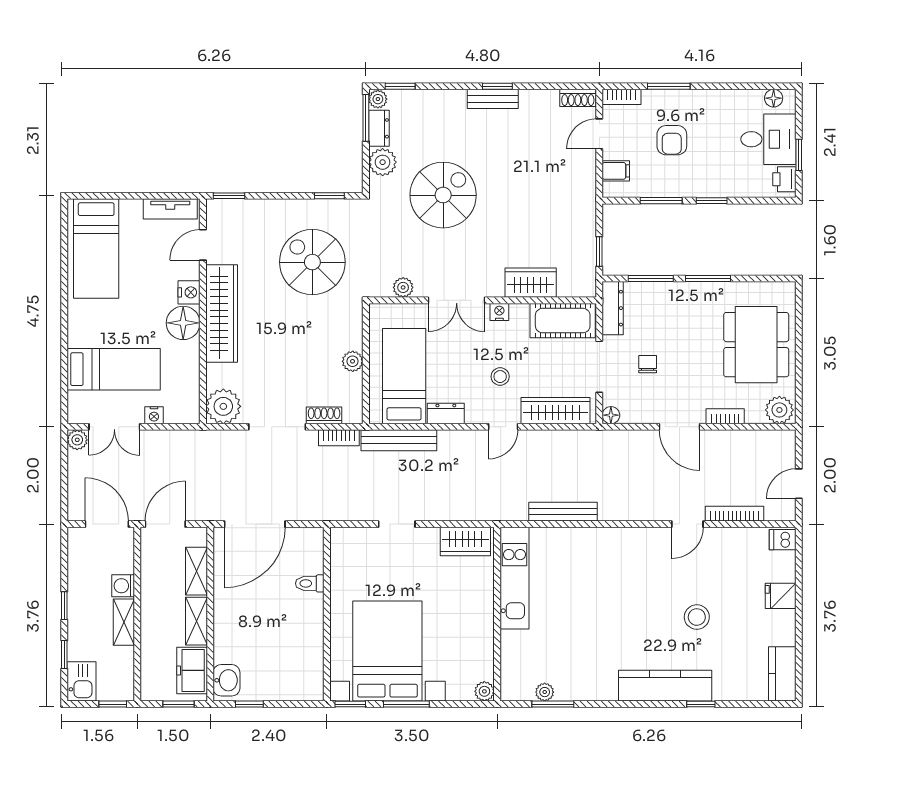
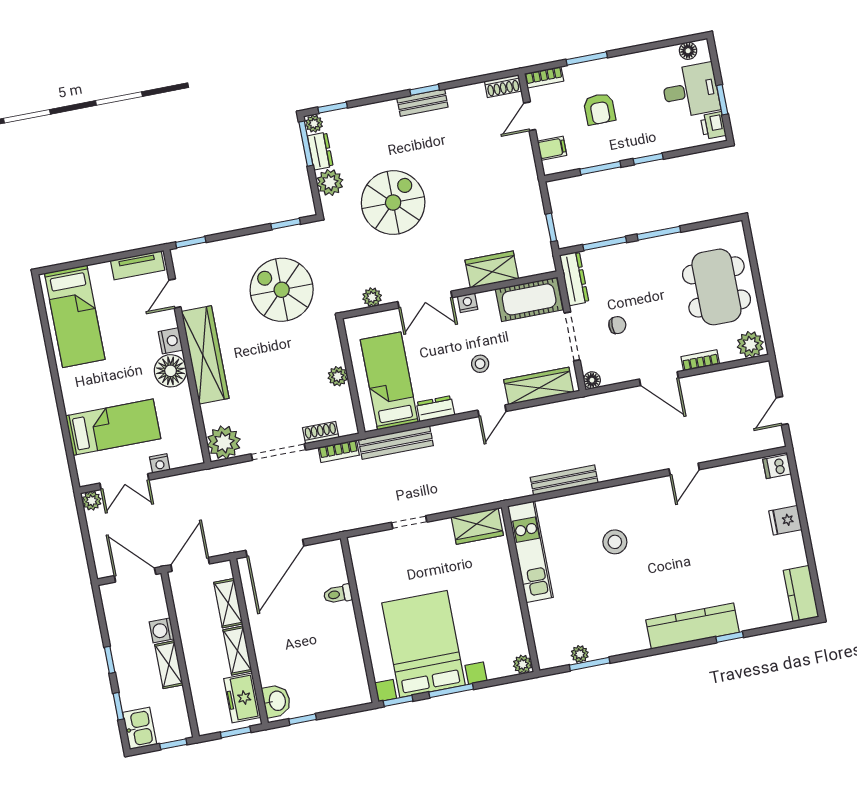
chair: (648, 364) -> (617, 325), turned 90
bookcase: (735, 514) -> (727, 451), removed
stool: (697, 617) -> (615, 542), moved

